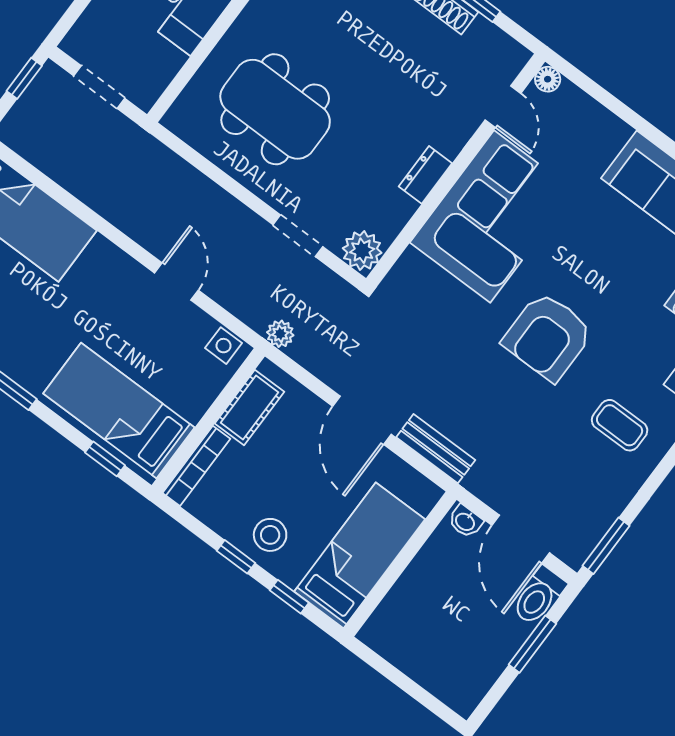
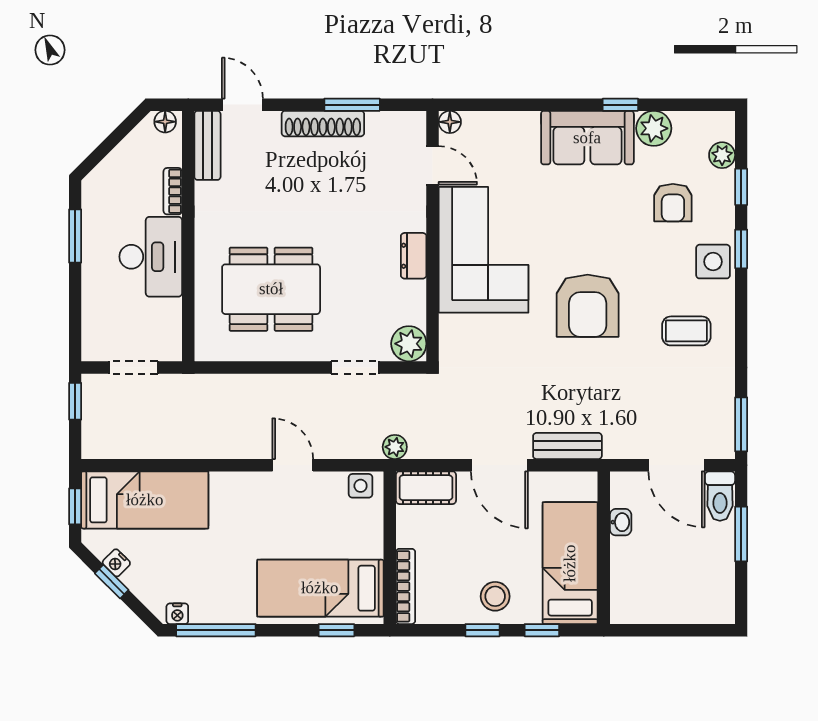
cot: (249, 408) -> (426, 488), moved, turned 90
washbasin: (465, 521) -> (621, 522), moved, turned -90

